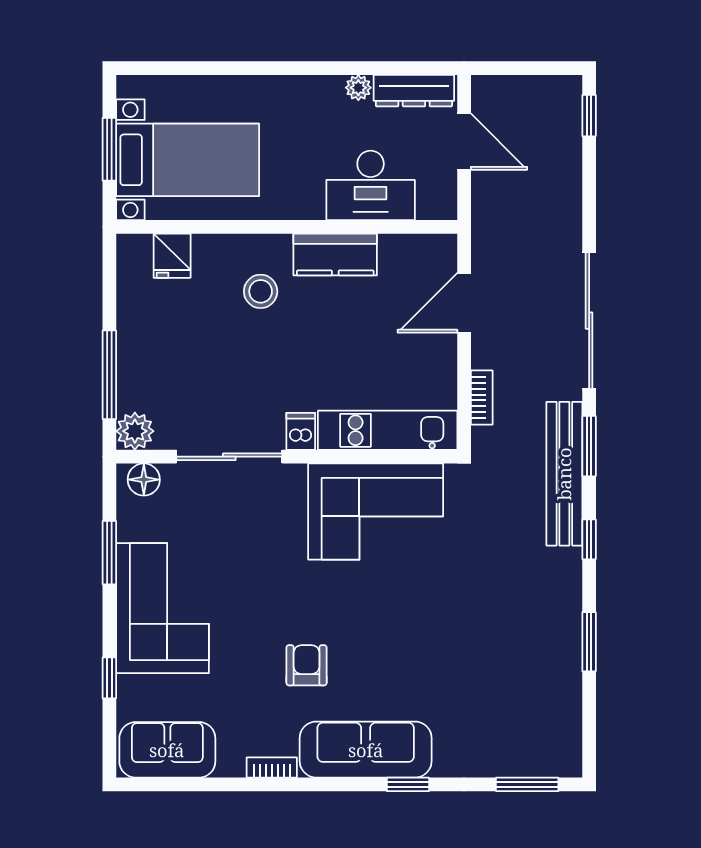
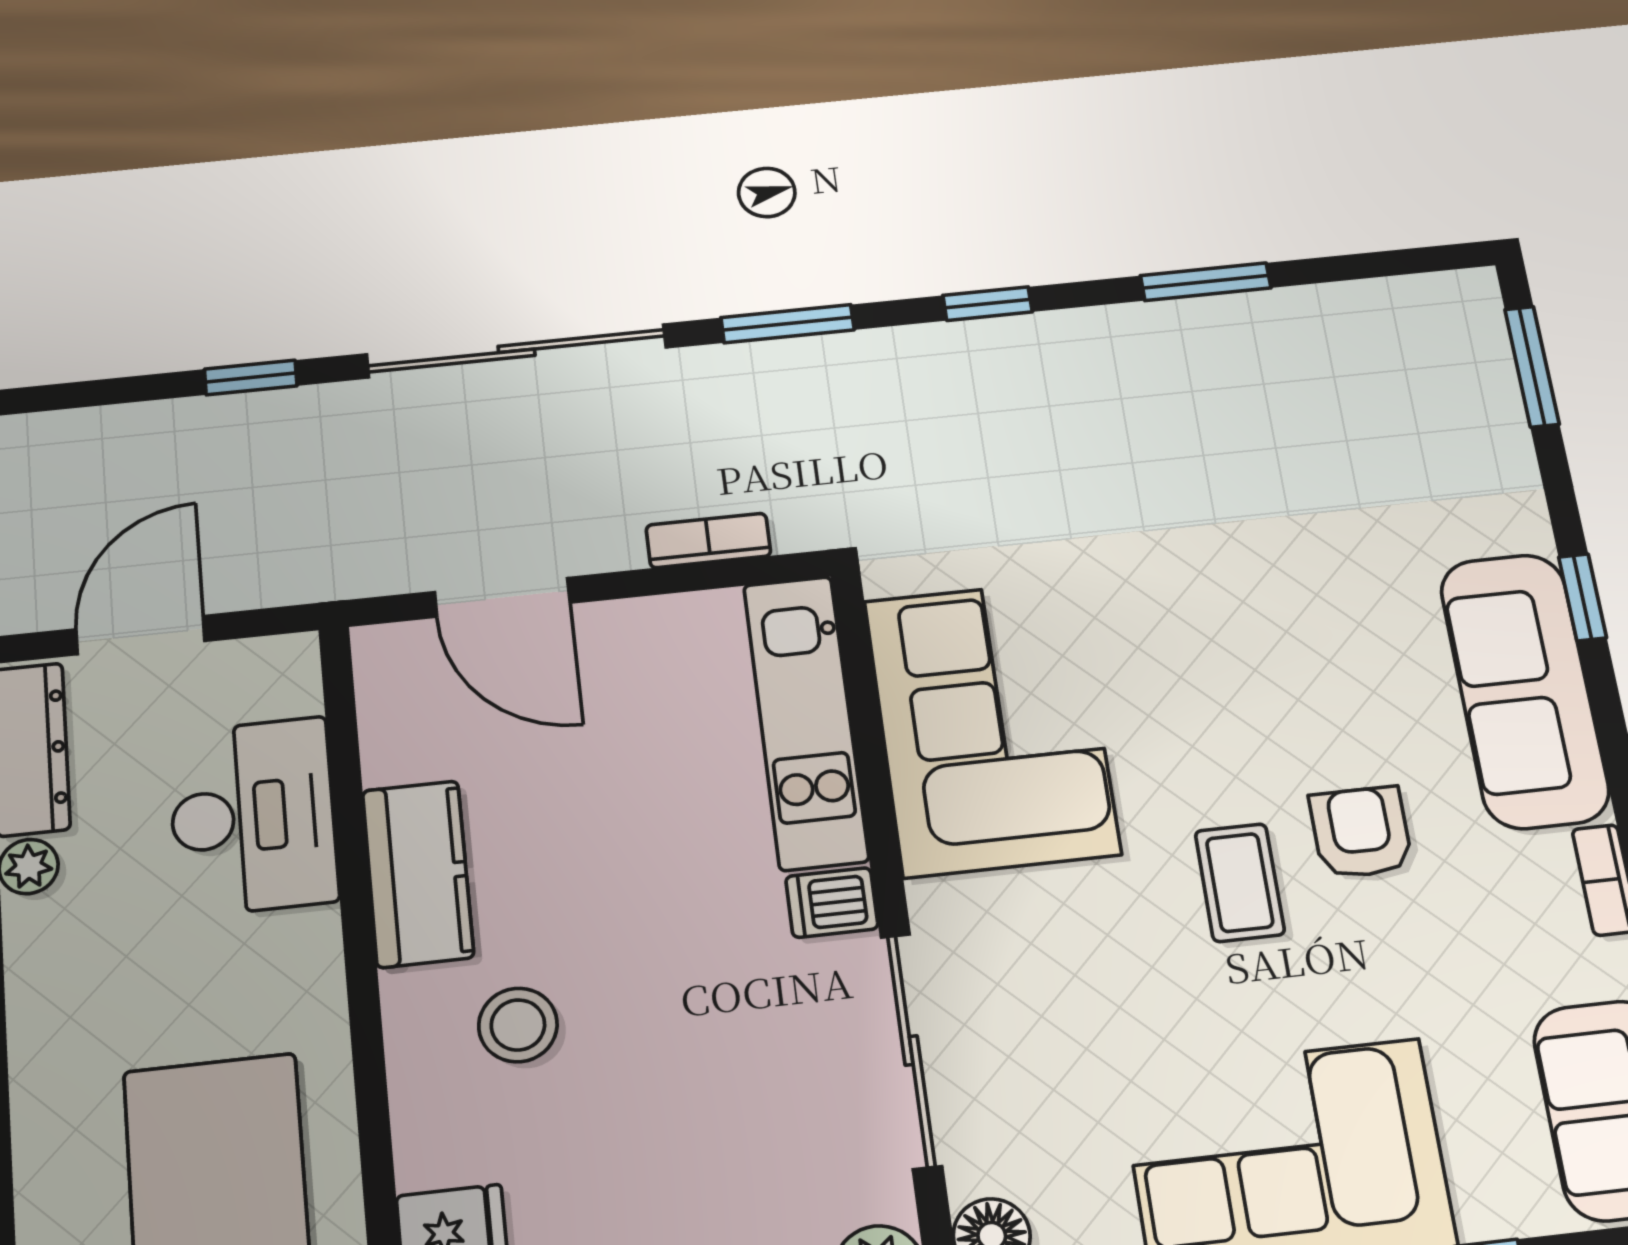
window: (589, 116) -> (251, 378), moved
bench: (564, 474) -> (853, 364), removed
coffee table: (289, 609) -> (1240, 883), added
armchair: (307, 665) -> (1361, 832), turned 90

